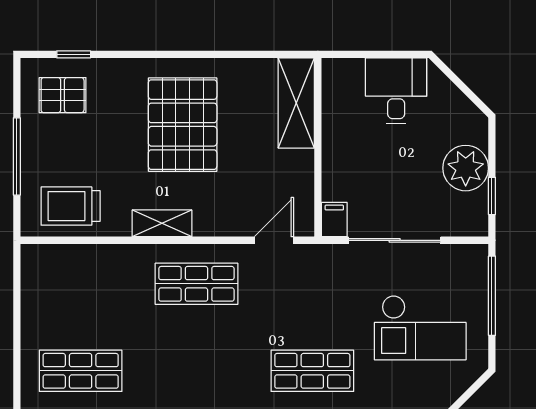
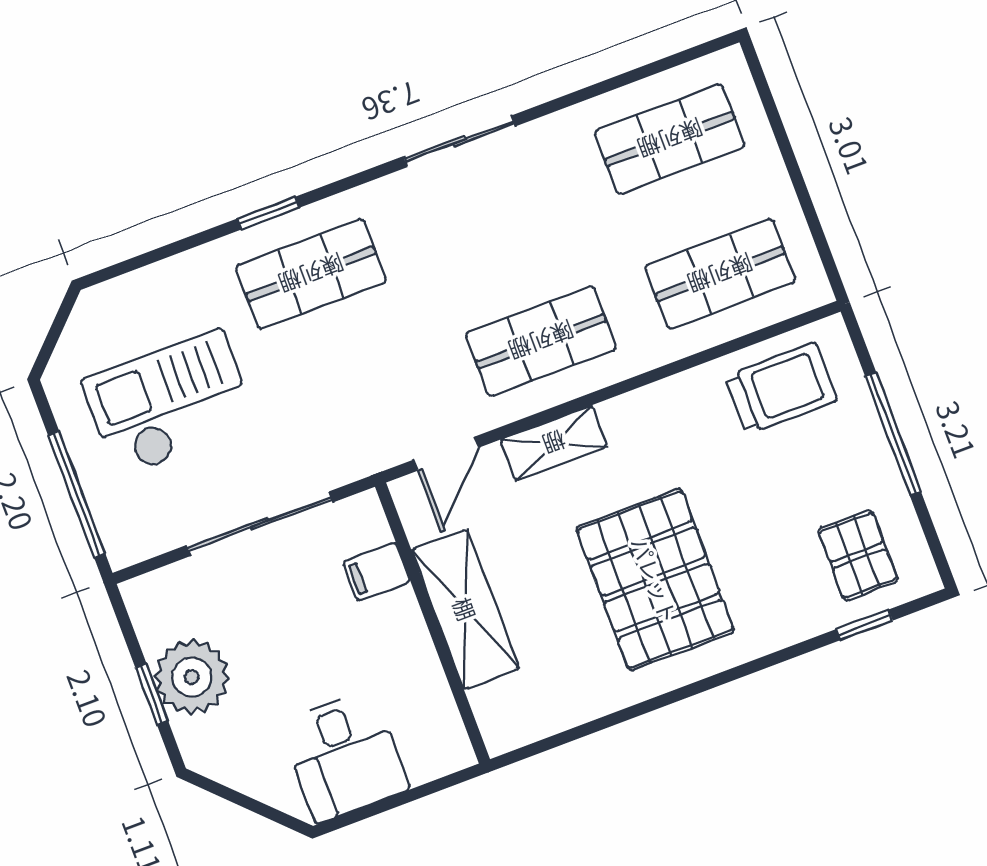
pallet: (63, 95) -> (858, 555), turned 90
shelving: (296, 103) -> (465, 609), moved
window: (492, 196) -> (152, 694), moved
filing cabinet: (334, 220) -> (377, 572), moved, turned 90
shelving: (162, 223) -> (554, 443), moved
shop shelf: (81, 284) -> (720, 274), added

